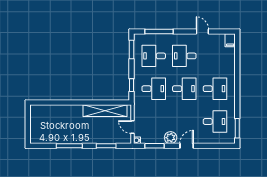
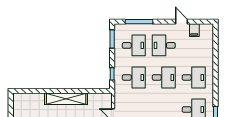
filing cabinet: (230, 40) -> (194, 30), moved
desk: (154, 56) -> (134, 45), turned 180
shelving: (105, 111) -> (66, 99), moved

